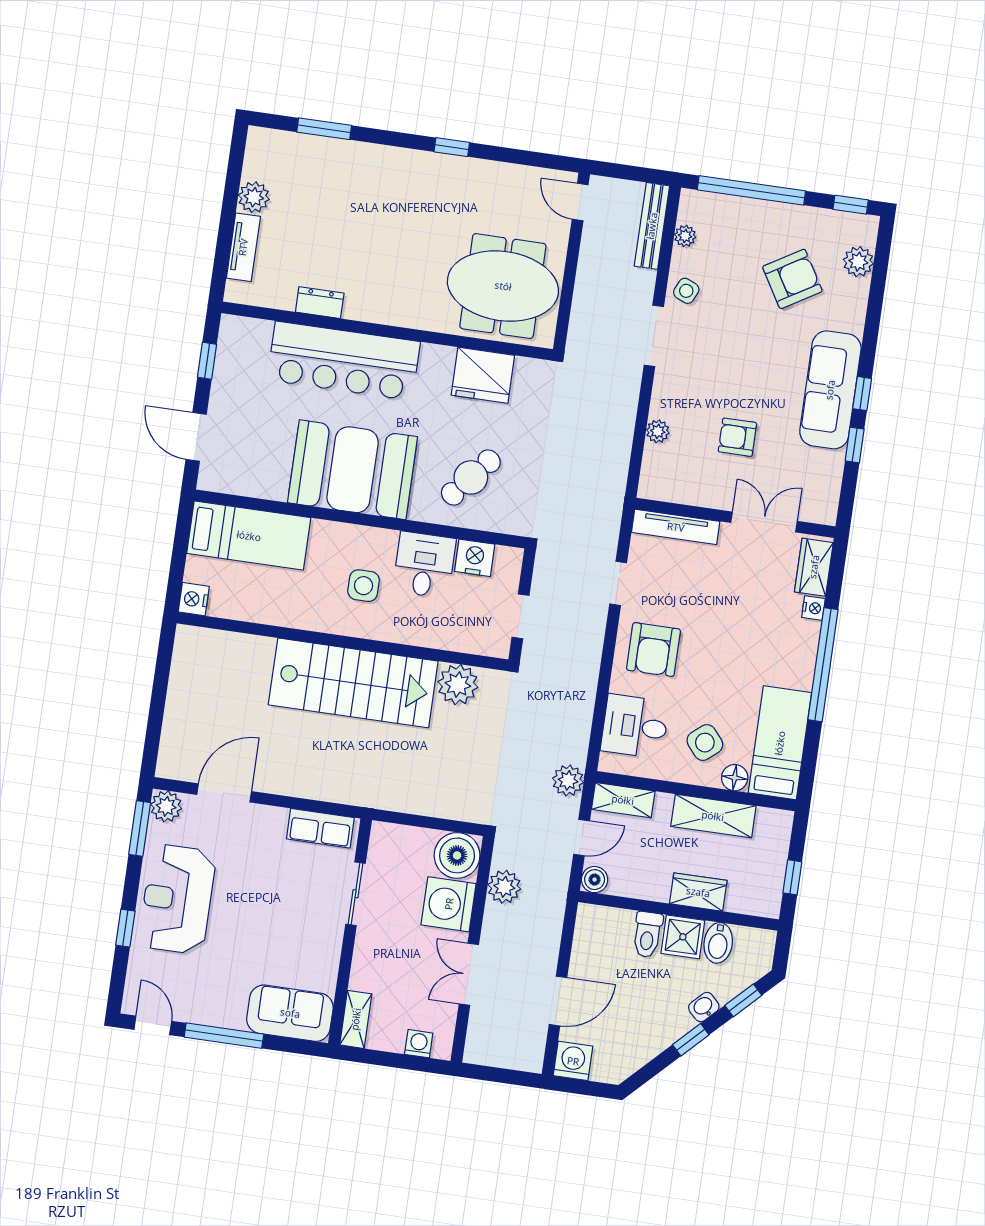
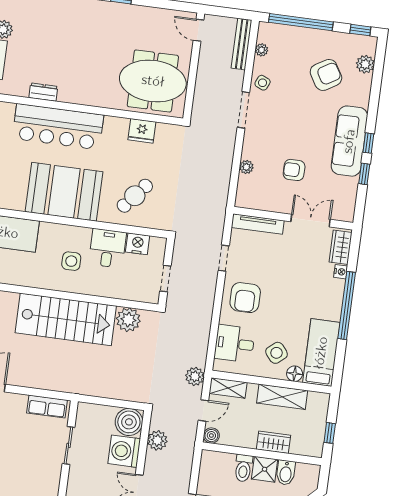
fridge: (483, 375) -> (142, 131), width x0.73, depth x0.75

